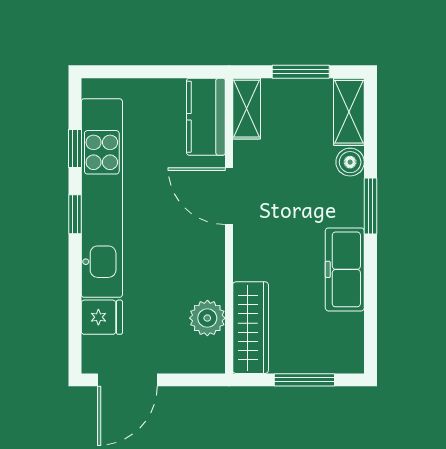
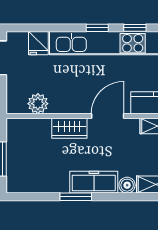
window: (370, 206) -> (76, 197), moved
freezer: (345, 269) -> (94, 182), moved
wardrobe: (251, 328) -> (69, 128), moved, width x0.67

